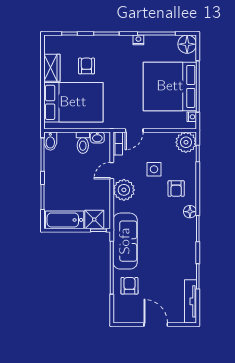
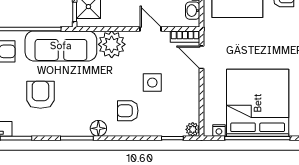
plant: (186, 142) -> (193, 129), width x0.53, depth x0.53
plant: (124, 190) -> (112, 44), moved
armchair: (164, 257) -> (40, 95), added

